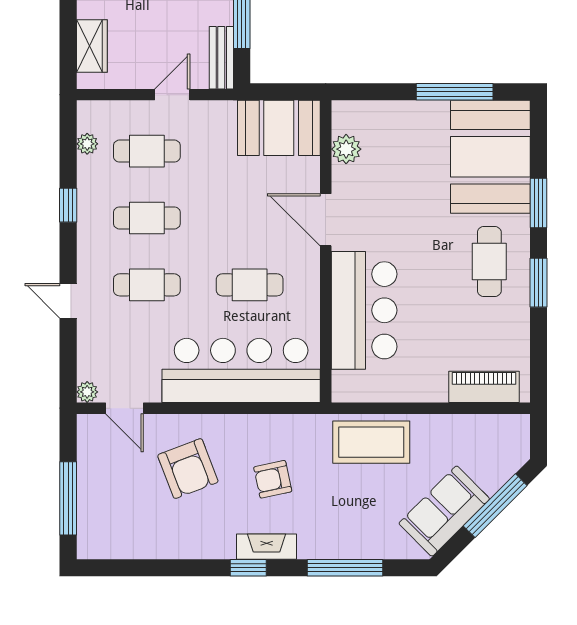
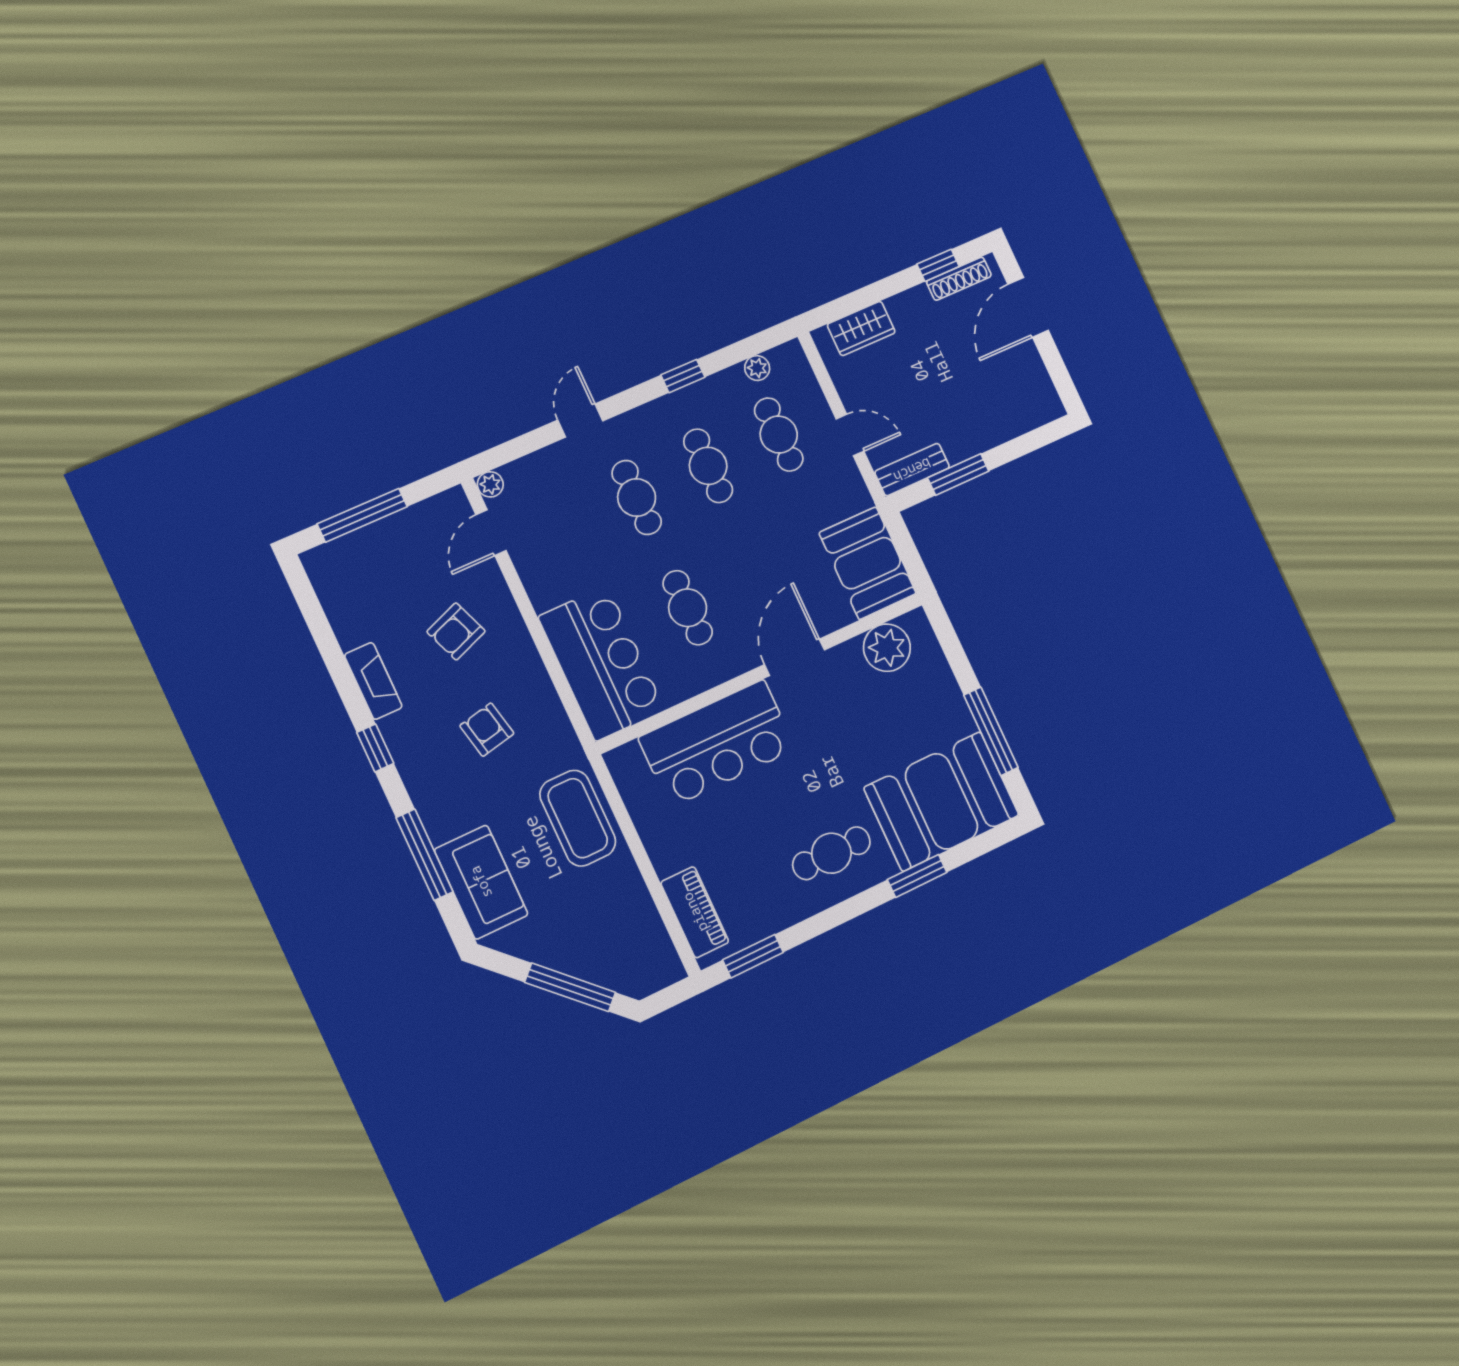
plant: (346, 149) -> (887, 648), width x1.36, depth x1.36
window: (538, 283) -> (753, 956), moved
bar counter: (241, 370) -> (601, 663), width x0.73
armchair: (188, 469) -> (456, 631), width x0.72, depth x0.72
sofa: (444, 511) -> (481, 882), moved, turned 45
fireplace: (267, 547) -> (373, 681), moved

